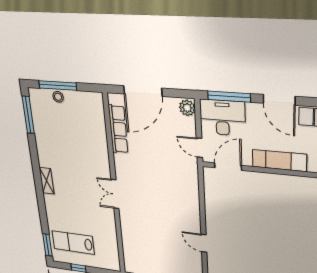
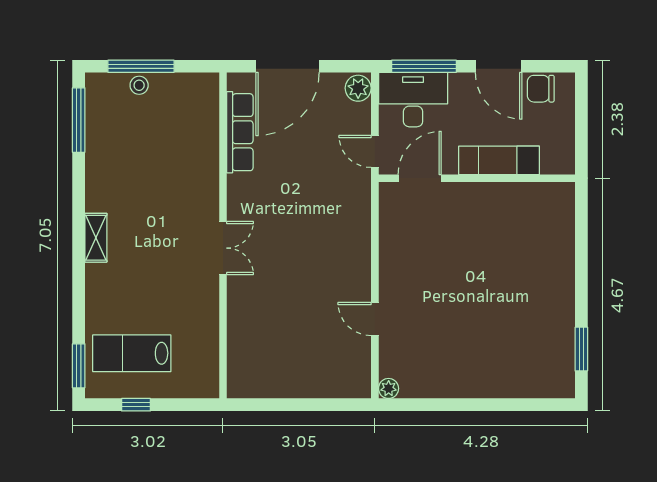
double door: (115, 194) -> (223, 248), swing flipped

